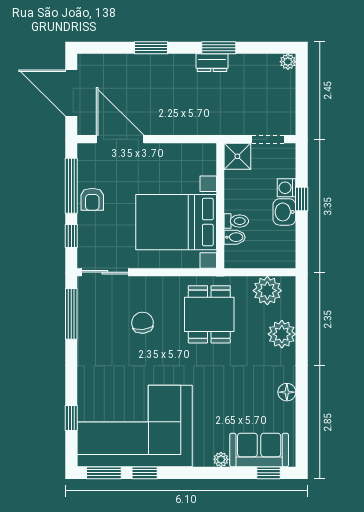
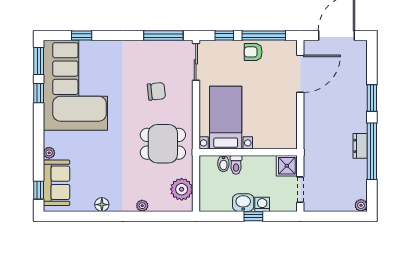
window: (219, 48) -> (372, 151), width x2.11
bed with nightstands: (176, 222) -> (226, 118), width x0.73
plant: (282, 334) -> (142, 206), width x0.53, depth x0.53

